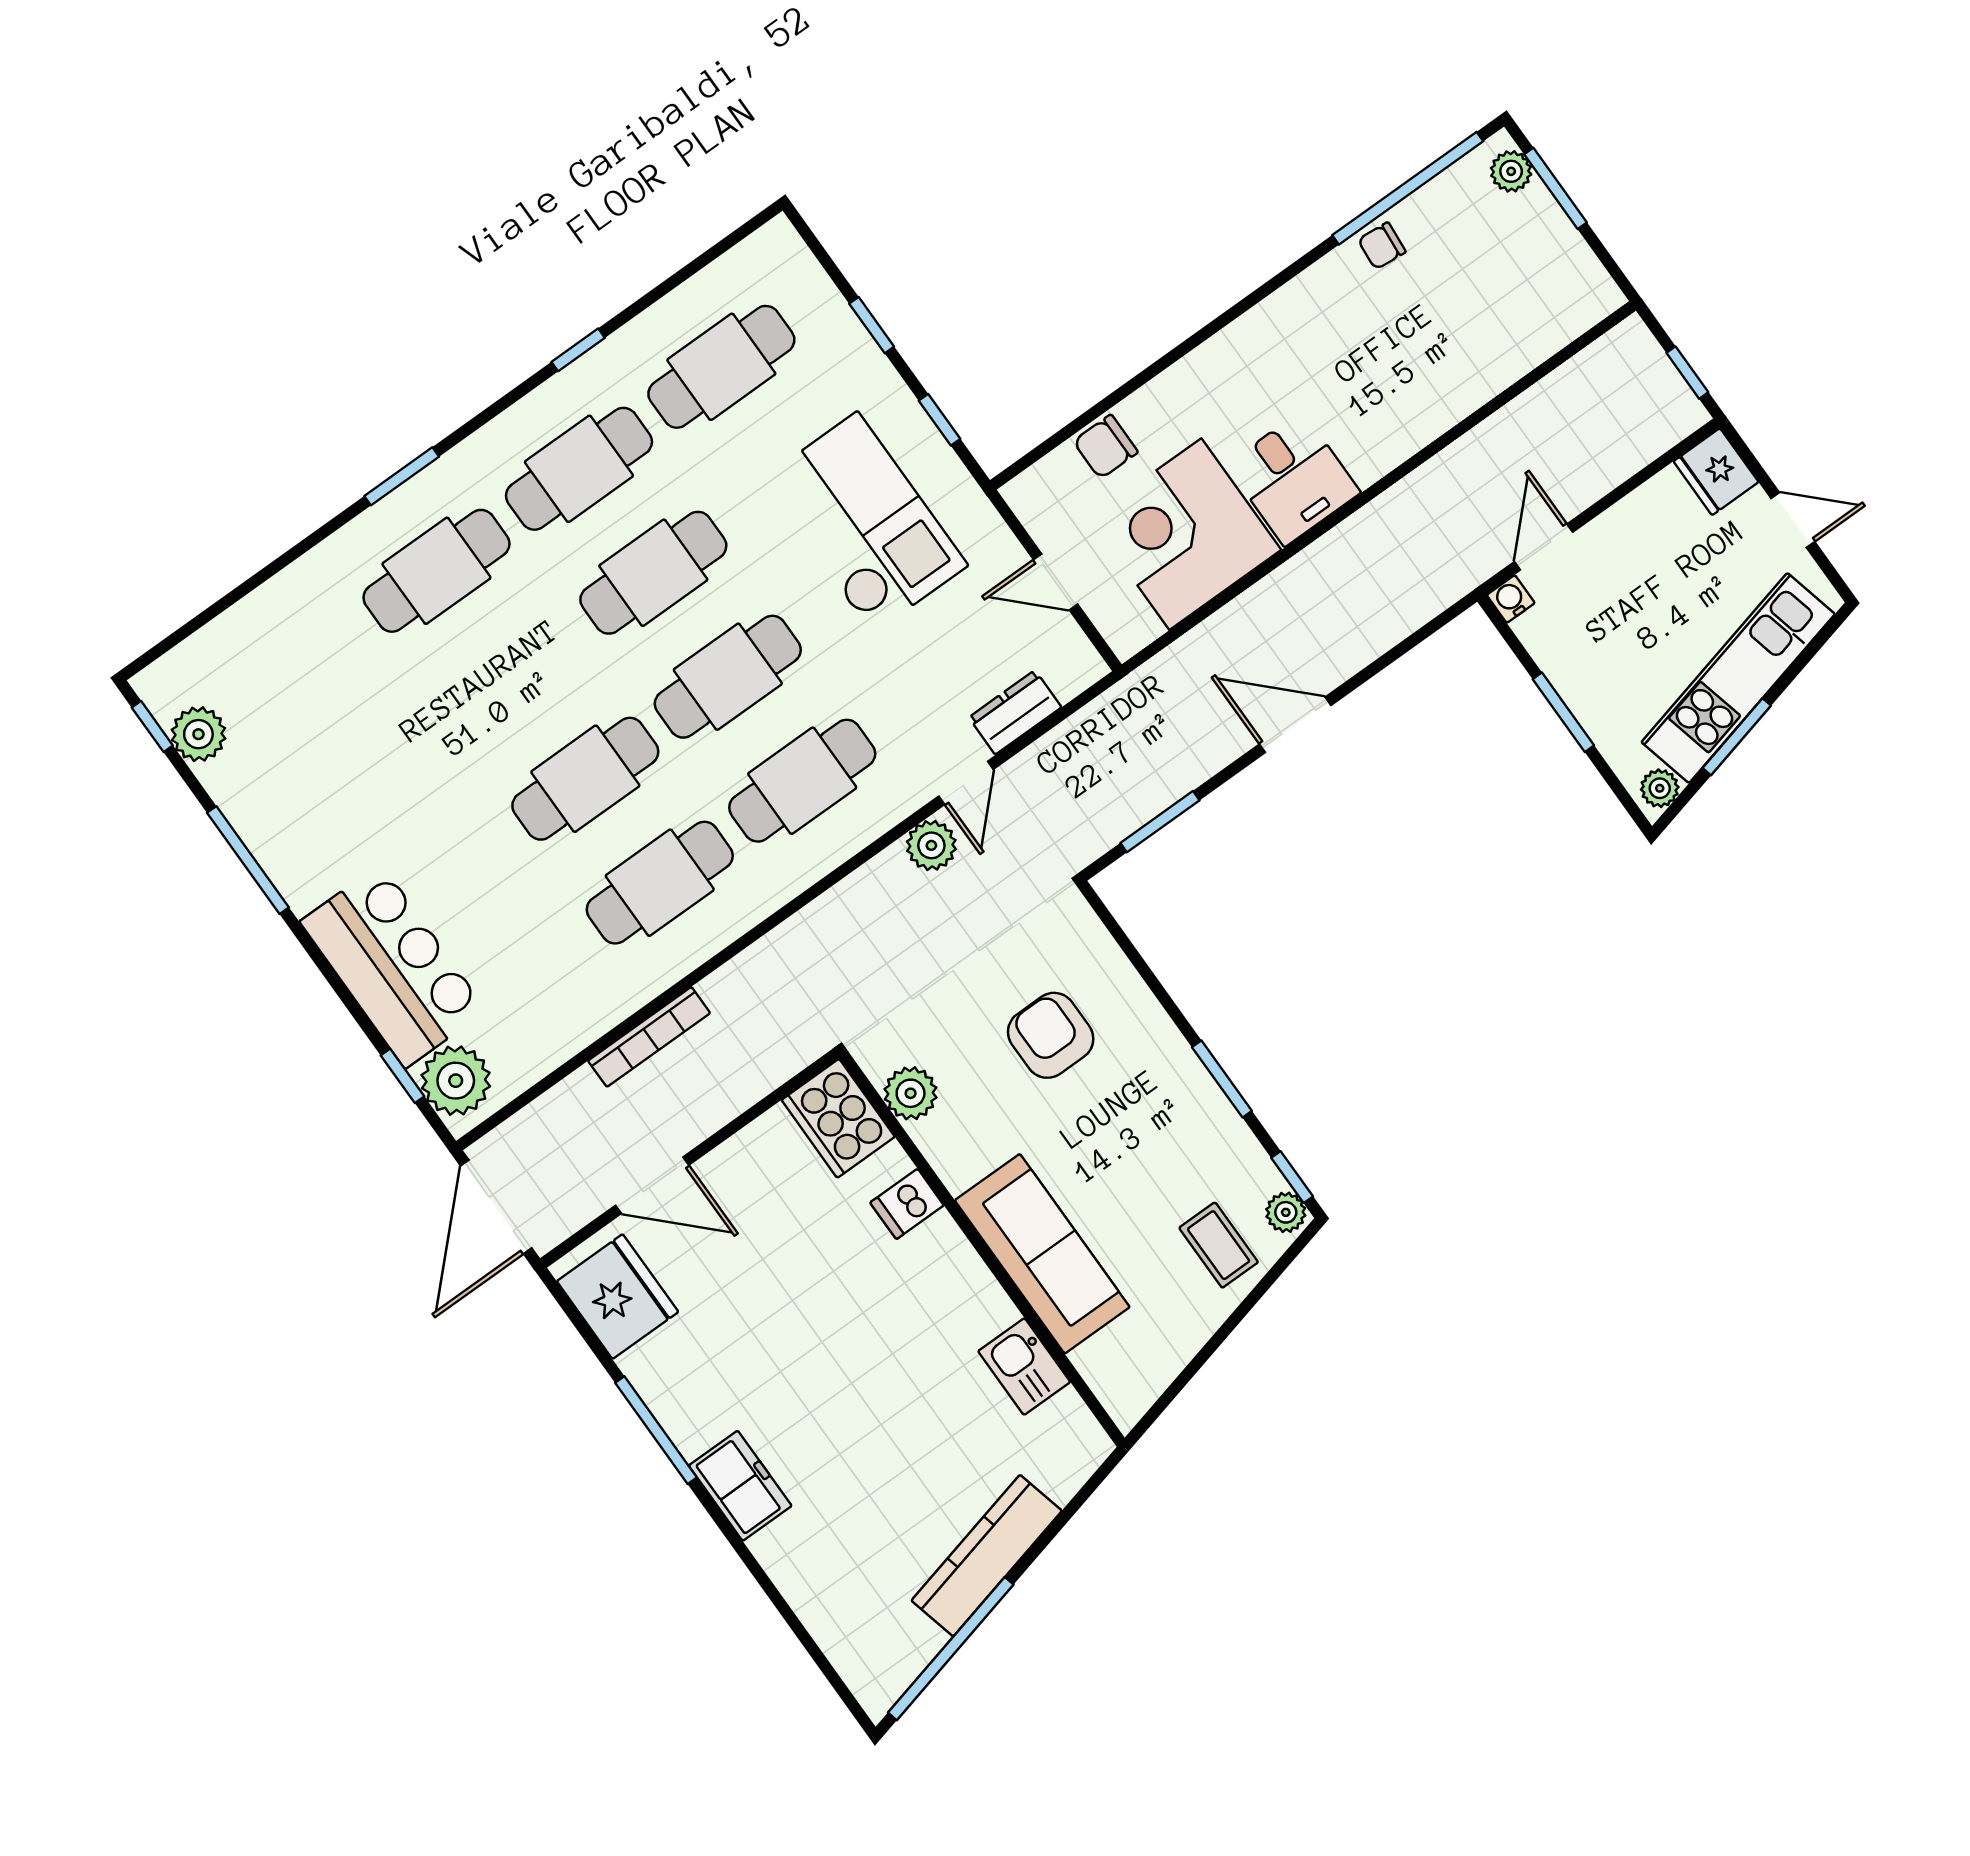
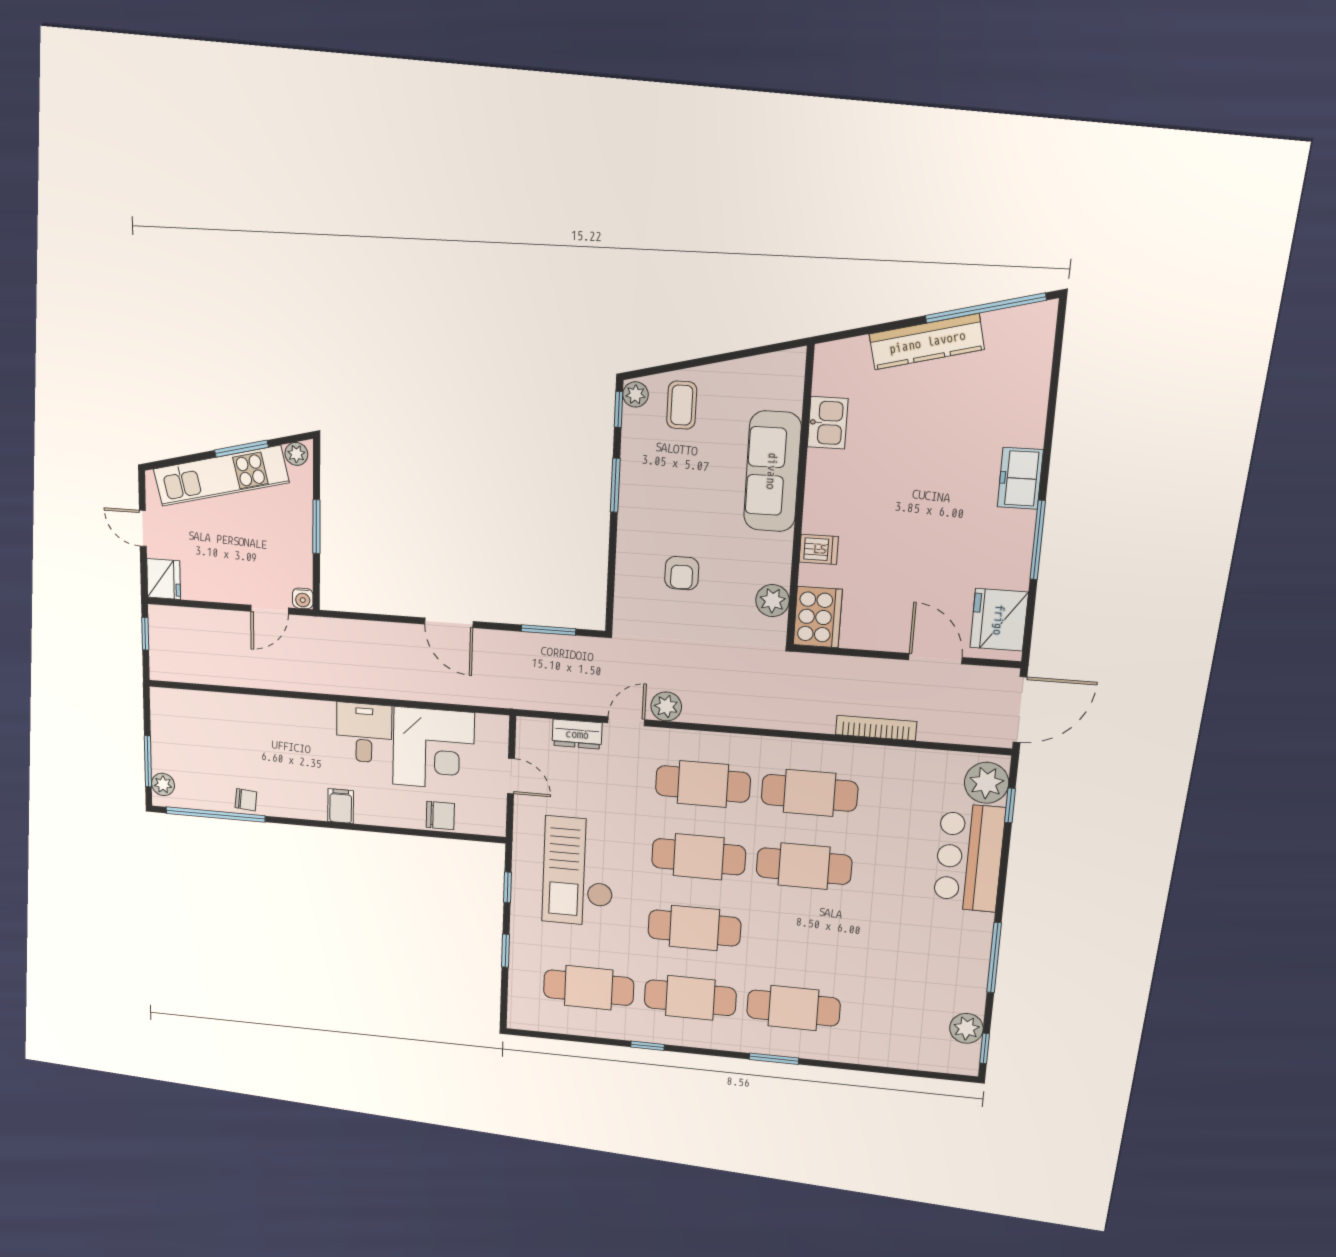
filing cabinet: (1248, 346) -> (341, 806), added
armchair: (1051, 1035) -> (682, 573), width x0.72, depth x0.72

